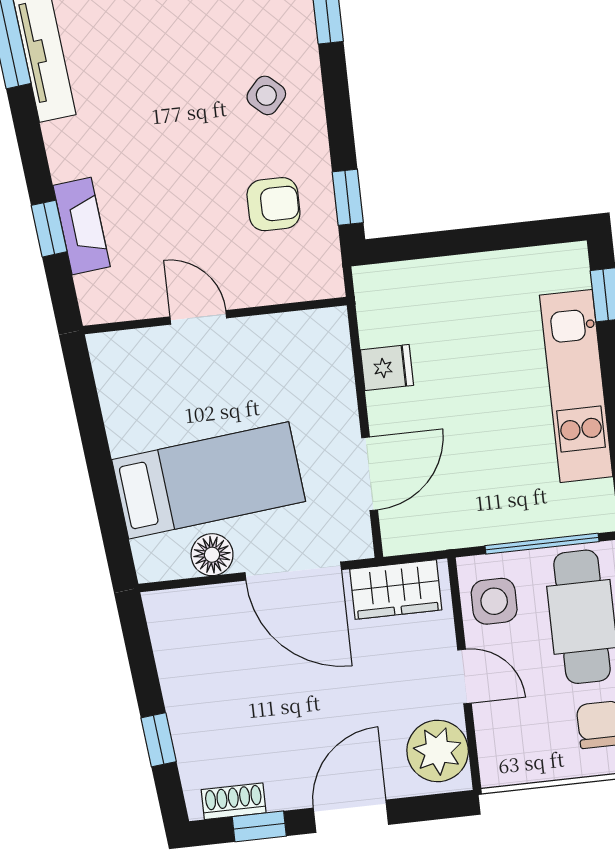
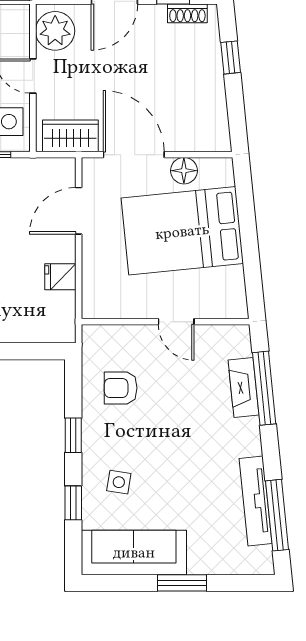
side table: (266, 95) -> (119, 482), moved, turned -33
window: (348, 197) -> (73, 435), moved
window: (49, 229) -> (264, 388), width x2.17
bed: (209, 480) -> (182, 231), width x1.50

